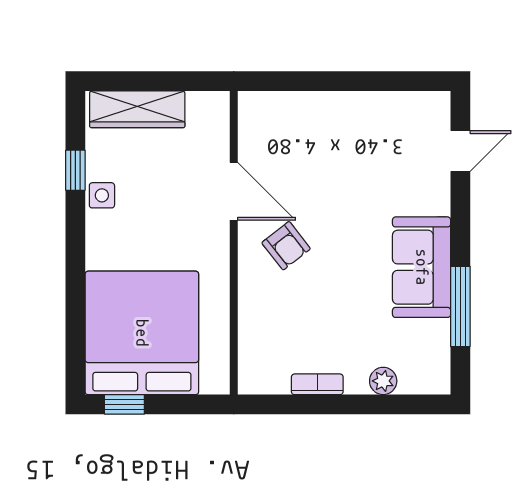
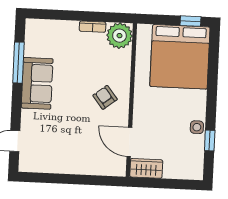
wardrobe: (137, 109) -> (146, 168), moved, width x0.67
door: (234, 191) -> (129, 142), moved
plant: (383, 381) -> (119, 36), moved, width x1.88, depth x1.88

